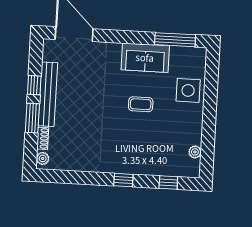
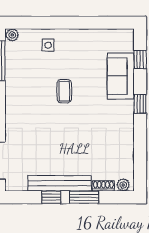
sofa: (145, 58) -> (121, 76), moved, turned 180
side table: (188, 90) -> (48, 45), width x0.54, depth x0.54
plant: (195, 152) -> (12, 35), moved

